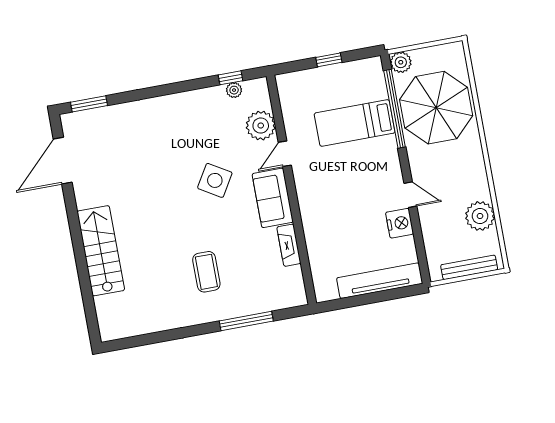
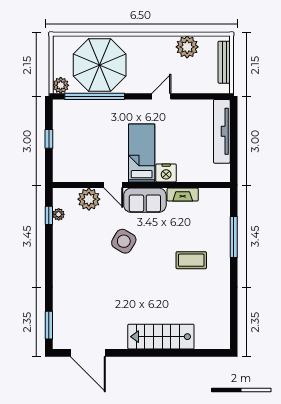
bed: (355, 123) -> (142, 153), moved, turned 180
nightstand: (400, 223) -> (166, 173), moved, turned 180

